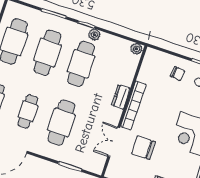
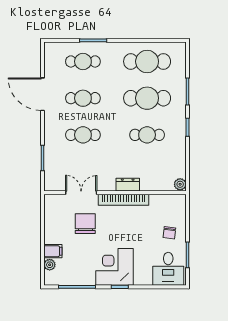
plant: (94, 35) -> (180, 138), removed
cafe table: (81, 64) -> (147, 135), width x0.73, depth x0.74
cafe table: (61, 123) -> (83, 135), width x0.73, depth x0.74

